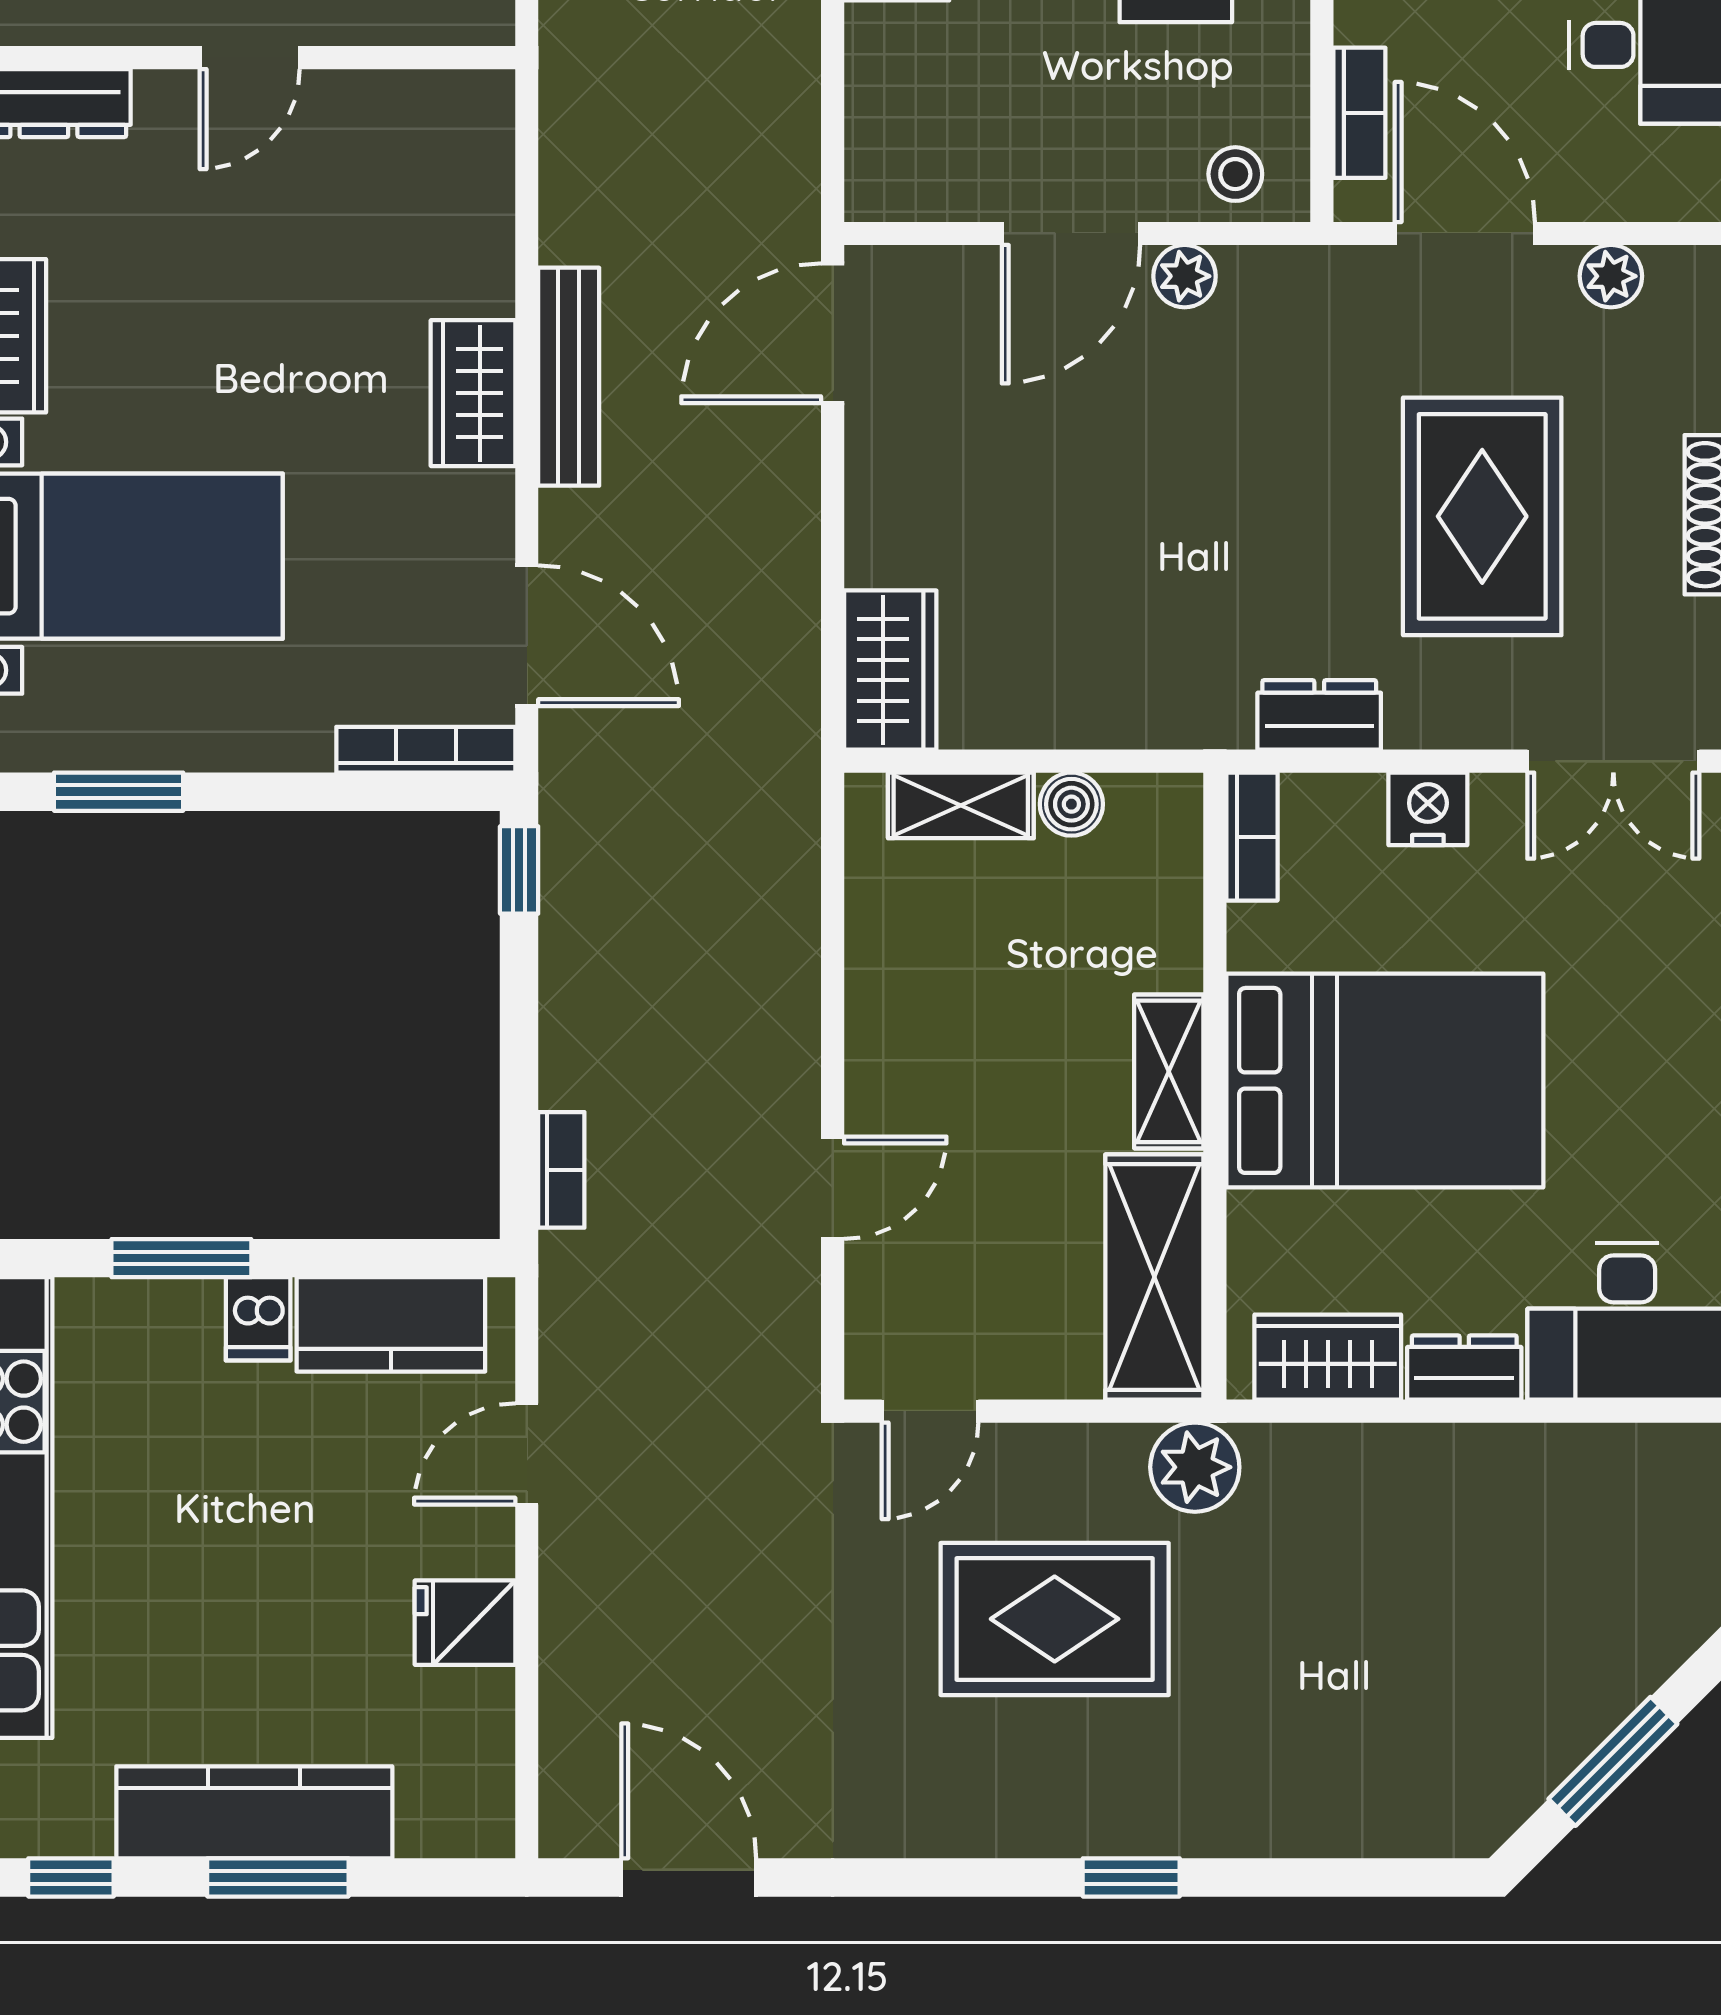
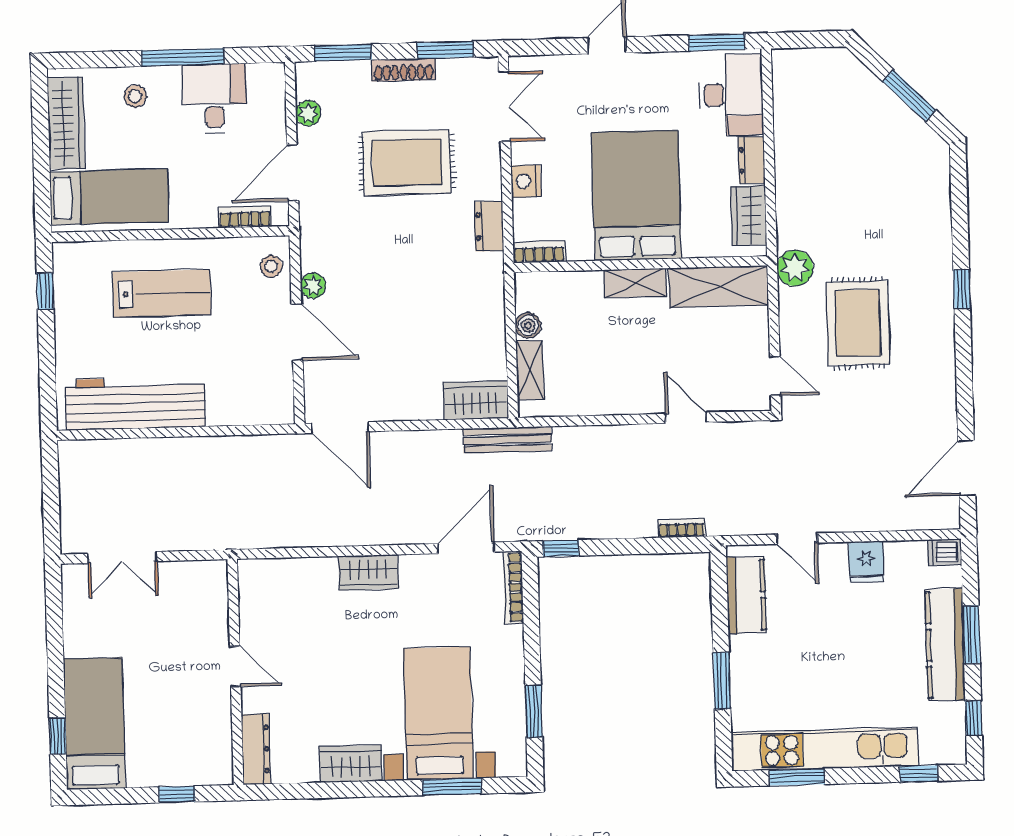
bench: (569, 377) -> (507, 440), moved
dishwasher: (258, 1319) -> (944, 552), moved, turned 180

